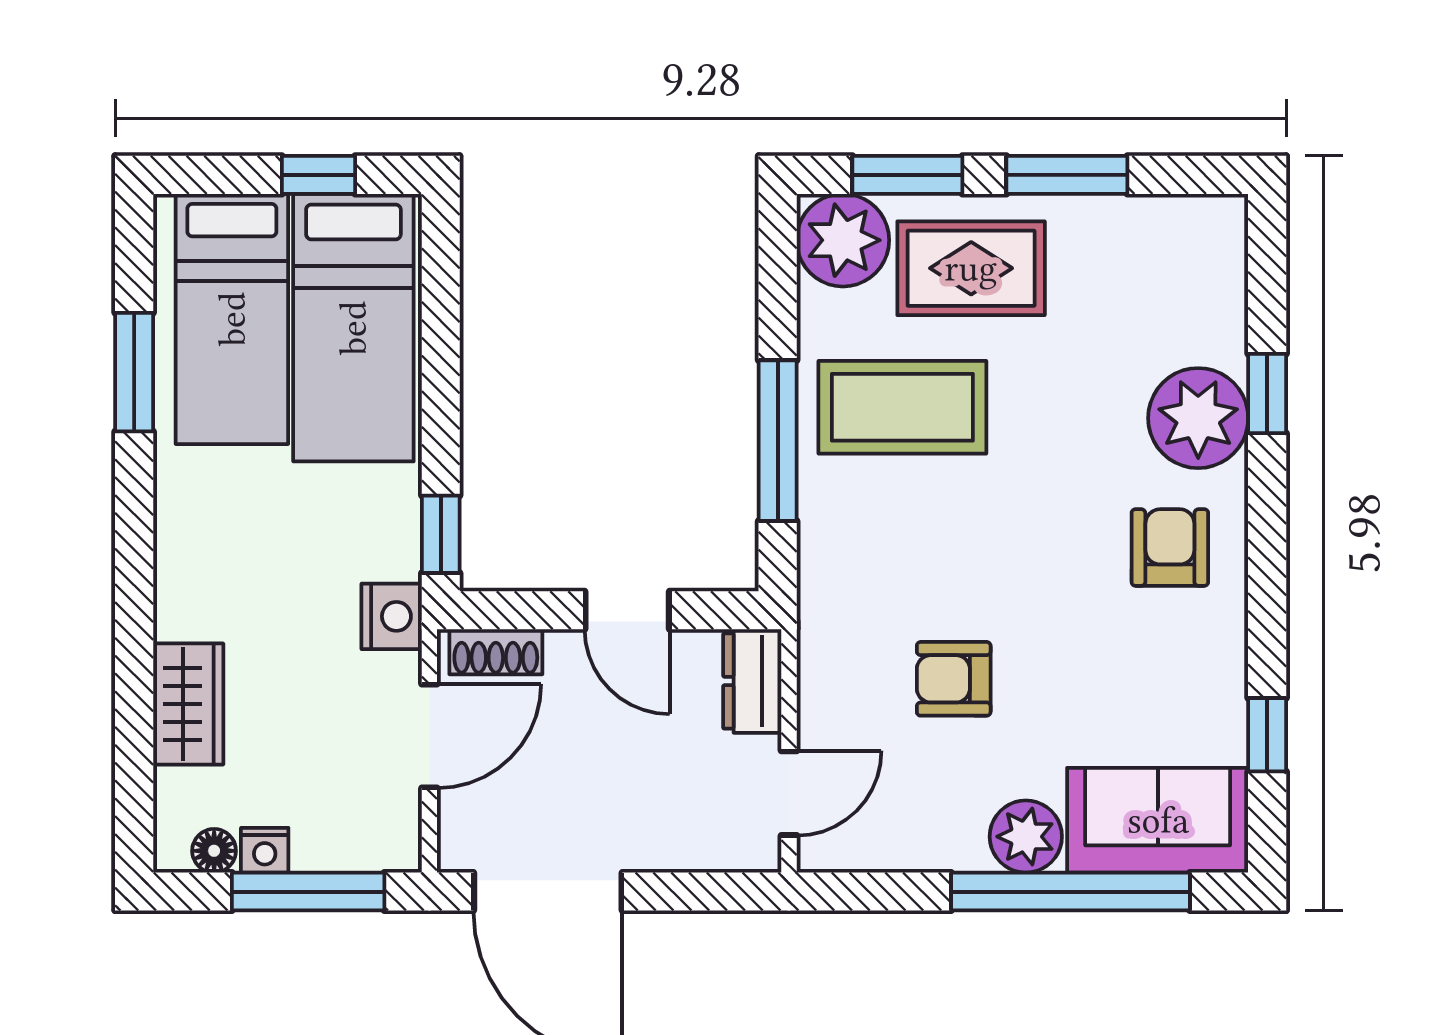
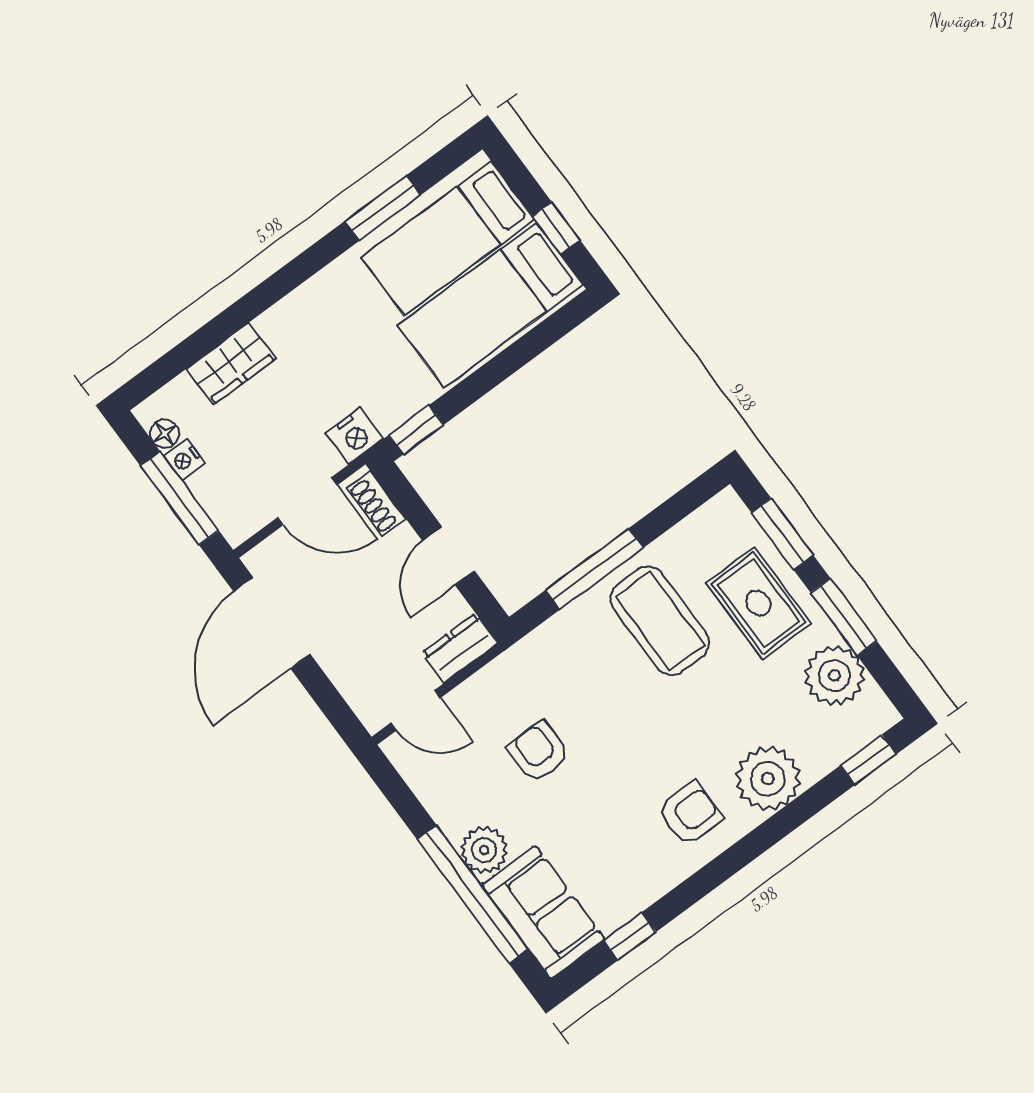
plant: (843, 240) -> (834, 675), moved
window: (1267, 394) -> (868, 760), moved

